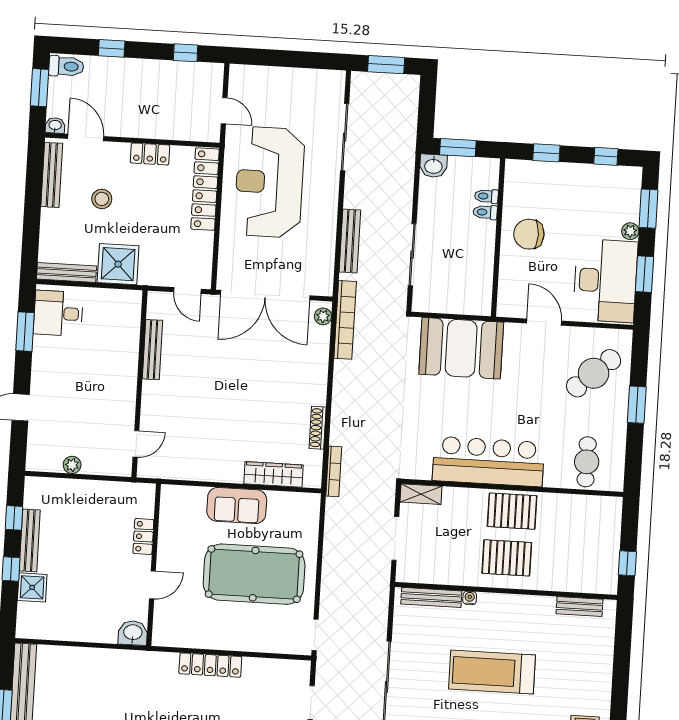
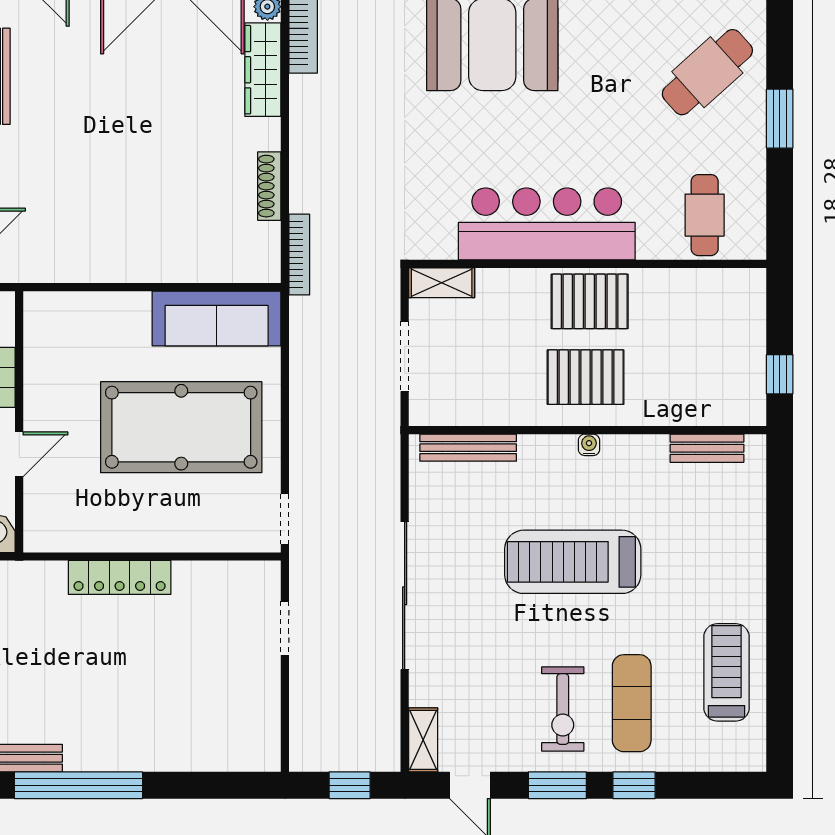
wardrobe: (274, 474) -> (263, 70), moved, turned -90
sofa: (237, 505) -> (217, 319), moved, width x1.36
water cooler: (470, 598) -> (589, 445), moved

